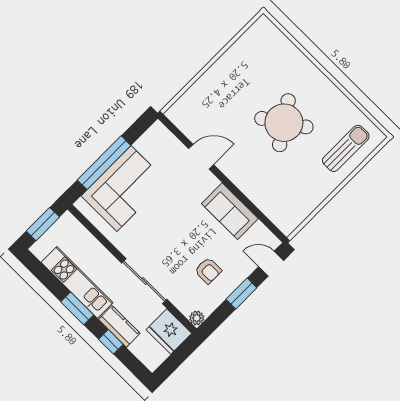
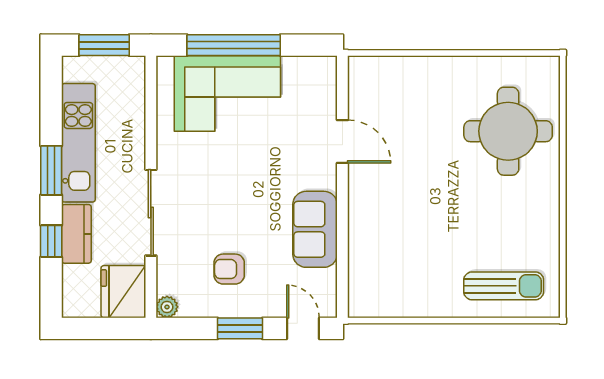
round table: (284, 123) -> (508, 131), moved, turned 34
armchair: (208, 271) -> (229, 269), turned 90

